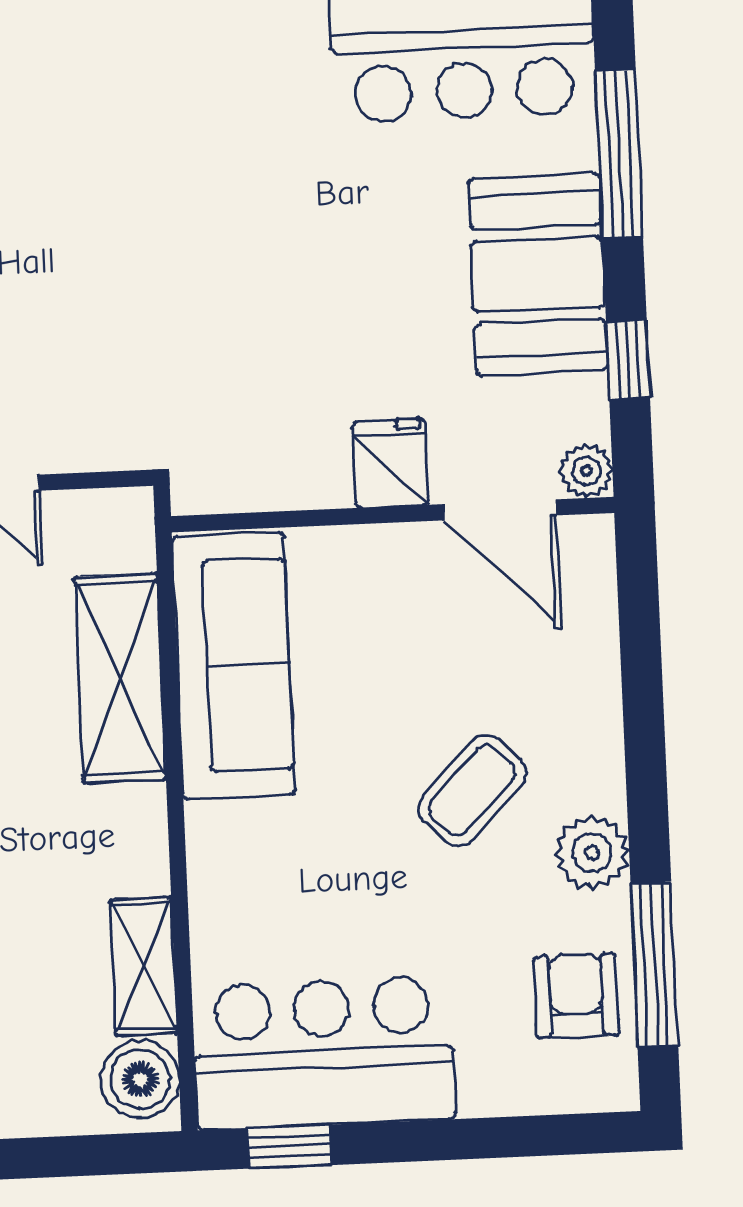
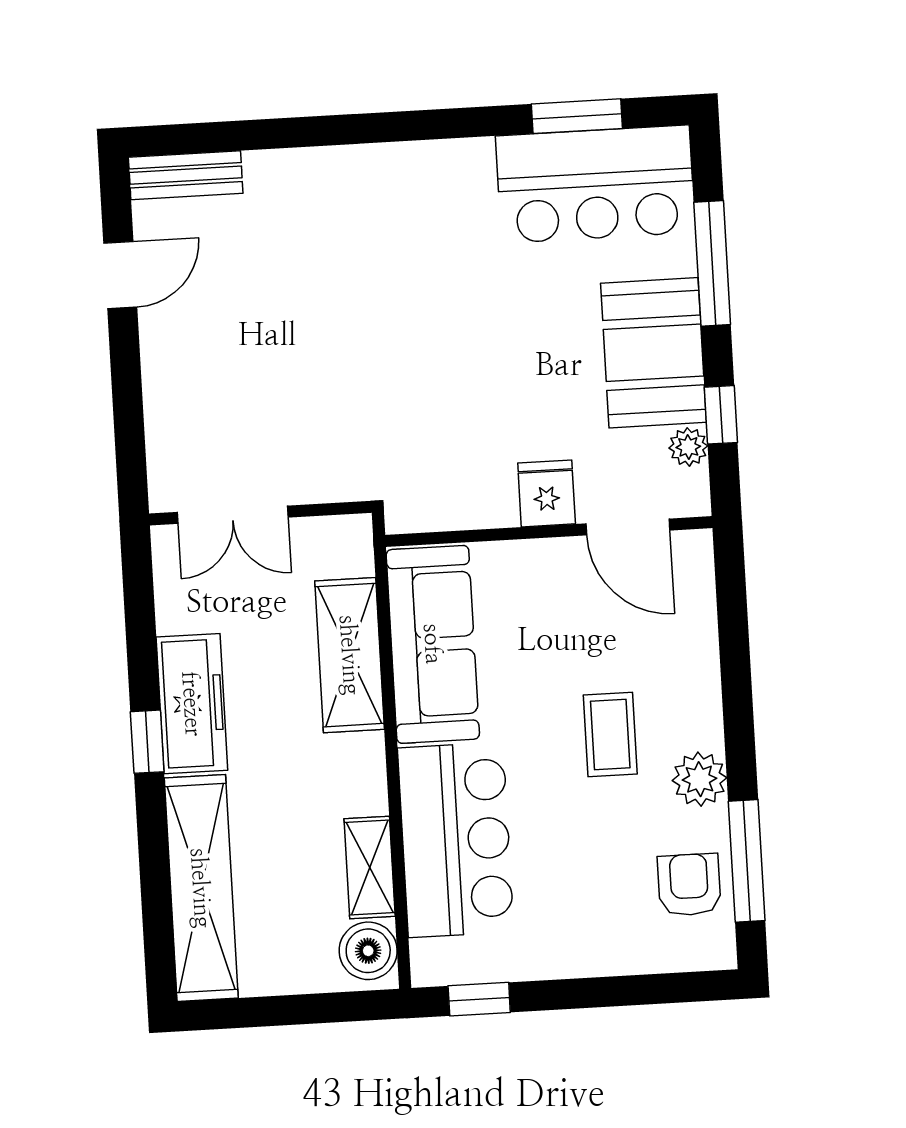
plant: (586, 471) -> (688, 447), moved
coffee table: (472, 791) -> (610, 734), turned -44
bar counter: (323, 1053) -> (456, 840), moved, turned 90

